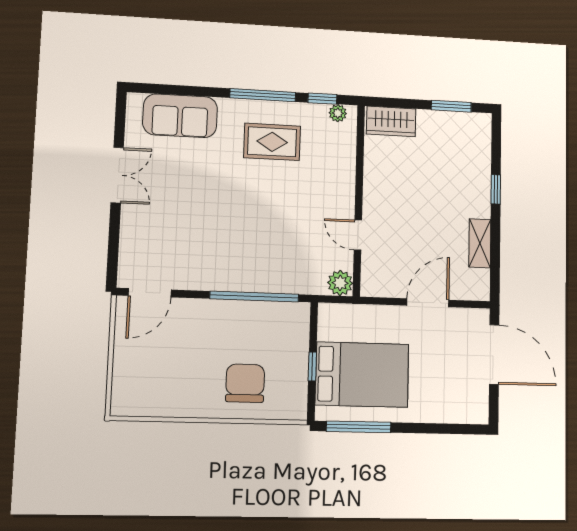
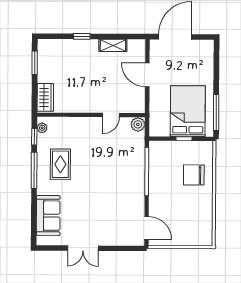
double door: (117, 175) -> (83, 248), swing flipped

